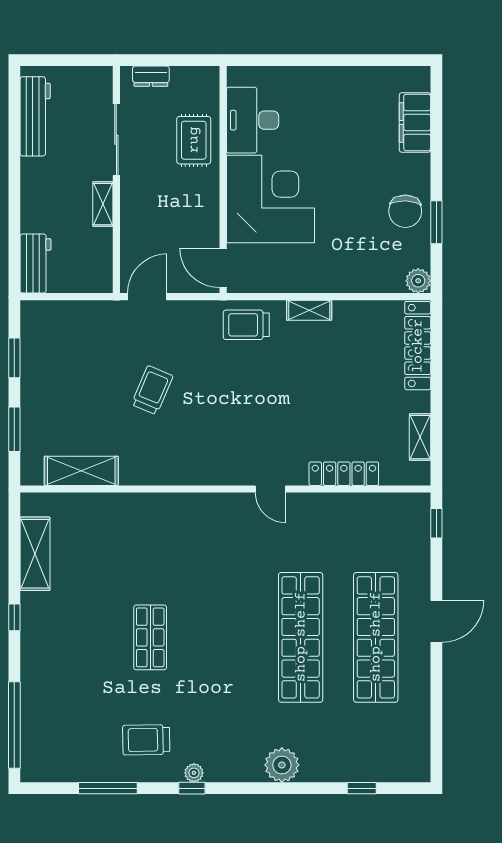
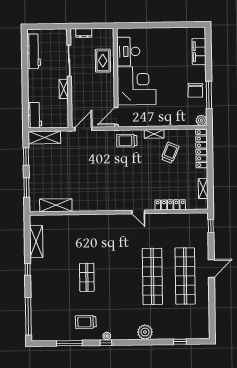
window: (436, 222) -> (209, 95), width x1.44
door: (223, 268) -> (116, 116), hinge flipped
shelving: (57, 315) -> (44, 137), added
trolley: (152, 390) -> (170, 153), moved

